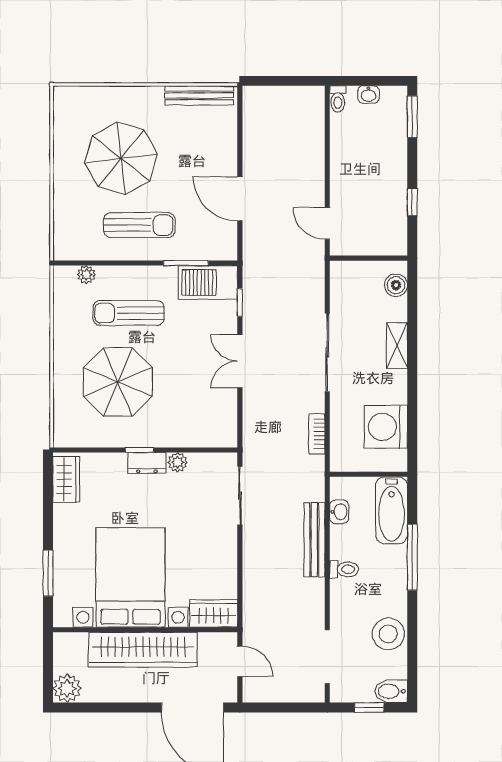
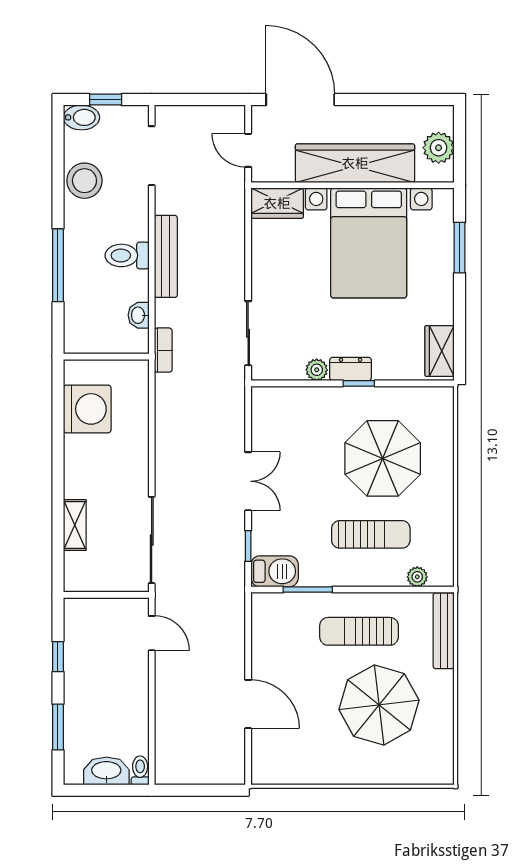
washbasin: (368, 94) -> (106, 771), width x1.91, depth x1.45
bench: (199, 95) -> (444, 631), moved, turned 90
window: (412, 117) -> (58, 727), moved
door: (240, 199) -> (248, 704), moved
barbecue: (208, 282) -> (275, 571), width x0.73, depth x0.83
boiler: (396, 285) -> (76, 565), removed
shelving: (397, 346) -> (75, 525), moved
sliding door: (327, 352) -> (152, 540), moved
bookcase: (317, 434) -> (163, 350), moved
bathtub: (392, 510) -> (81, 317), removed
bench: (314, 540) -> (166, 256), moved
toilet: (344, 569) -> (127, 255), width x1.37, depth x1.39
plant: (67, 688) -> (439, 148), moved

